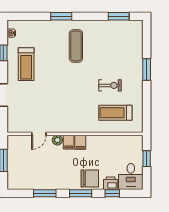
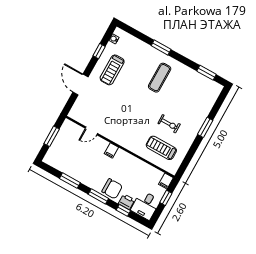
plant: (57, 140) -> (103, 144), removed
filing cabinet: (80, 142) -> (166, 181), moved

